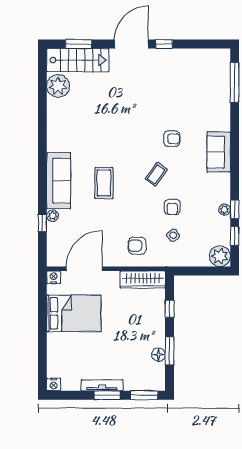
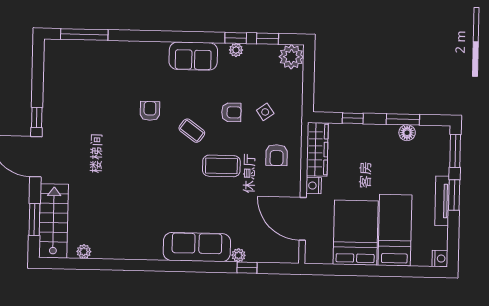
plant: (58, 86) -> (84, 252), width x0.53, depth x0.53
sofa: (219, 152) -> (193, 56), moved
coffee table: (104, 183) -> (221, 166), moved
nightstand: (54, 277) -> (314, 186), moved
bed: (77, 346) -> (395, 230), added

